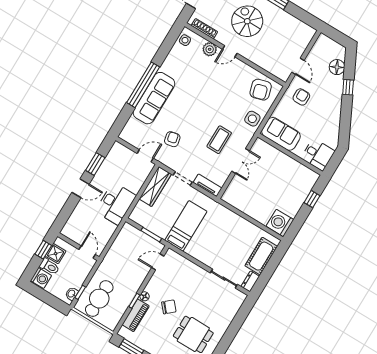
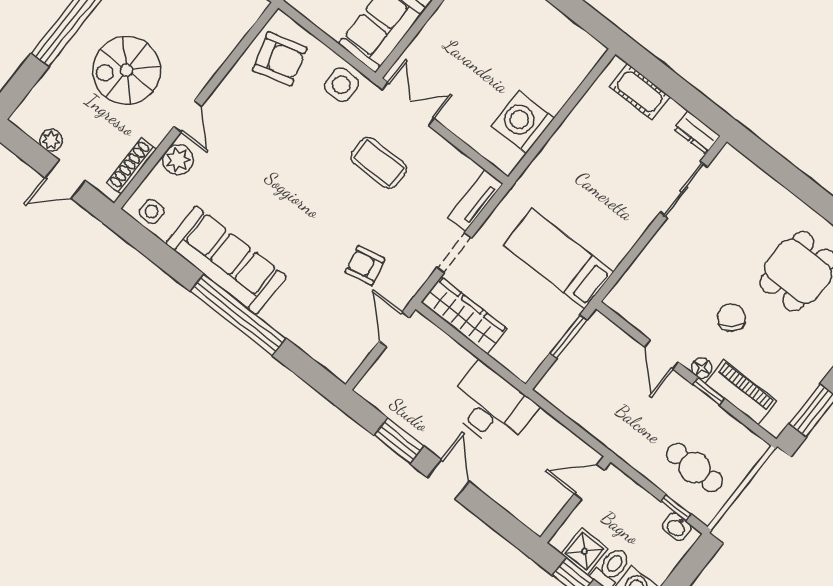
sofa: (154, 98) -> (226, 260), moved
double door: (241, 161) -> (408, 104), moved
washing machine: (280, 223) -> (523, 122), moved, turned 90
cot: (261, 256) -> (640, 92), width x0.73, depth x0.75
door: (158, 262) -> (662, 355), moved
cafe table: (99, 299) -> (695, 468), width x0.73, depth x0.74

